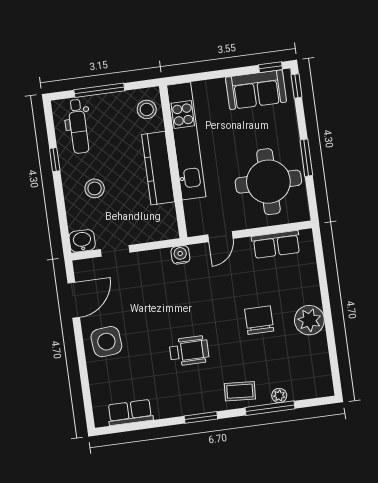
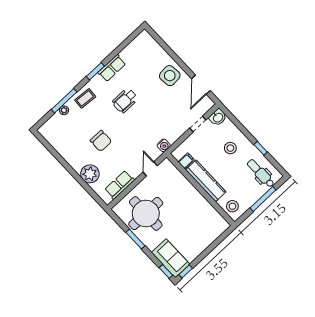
sofa: (256, 90) -> (171, 258), moved, turned 90
kitchen unit: (186, 141) -> (201, 205), removed
filing cabinet: (165, 213) -> (186, 161), added
plant: (309, 320) -> (90, 174), moved
row of seats: (130, 412) -> (112, 68), moved

